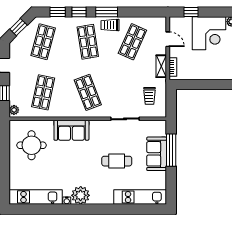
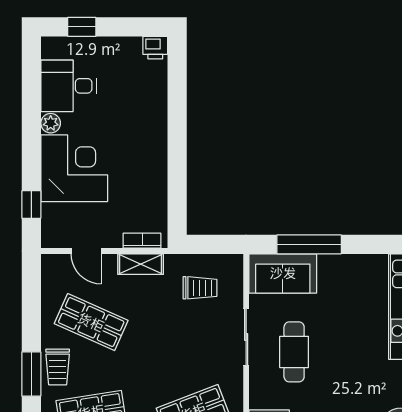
door: (168, 39) -> (86, 251), swing flipped
sofa: (157, 154) -> (283, 273), moved
cafe table: (117, 161) -> (294, 352), moved

